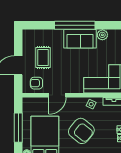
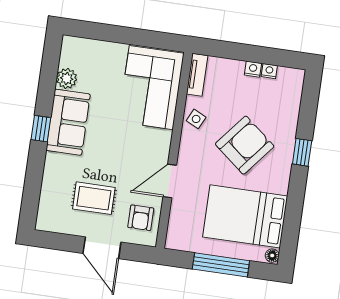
window: (75, 25) -> (41, 129), width x0.32
door: (57, 95) -> (170, 181), swing flipped

